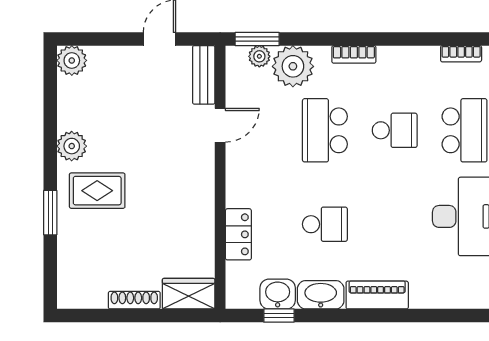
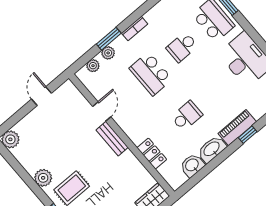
window: (257, 39) -> (109, 39), moved
plant: (293, 66) -> (108, 53), width x0.53, depth x0.53
bench: (204, 75) -> (112, 139), moved
school desk: (395, 130) -> (182, 47), turned 180
window: (279, 316) -> (248, 135), moved

